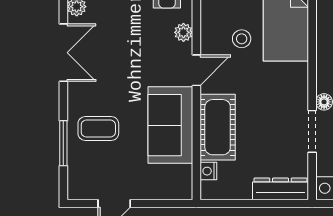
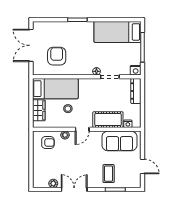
door: (196, 70) -> (82, 129), swing flipped
sofa: (170, 125) -> (119, 141), moved

